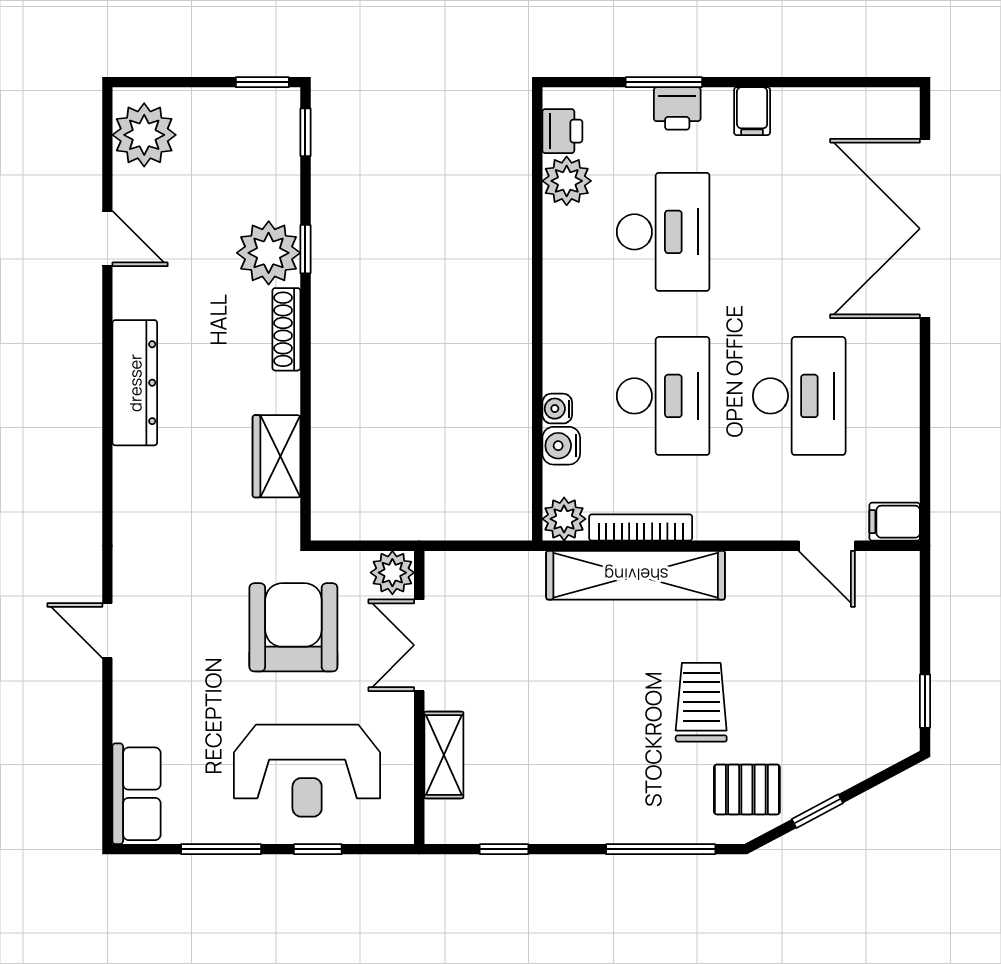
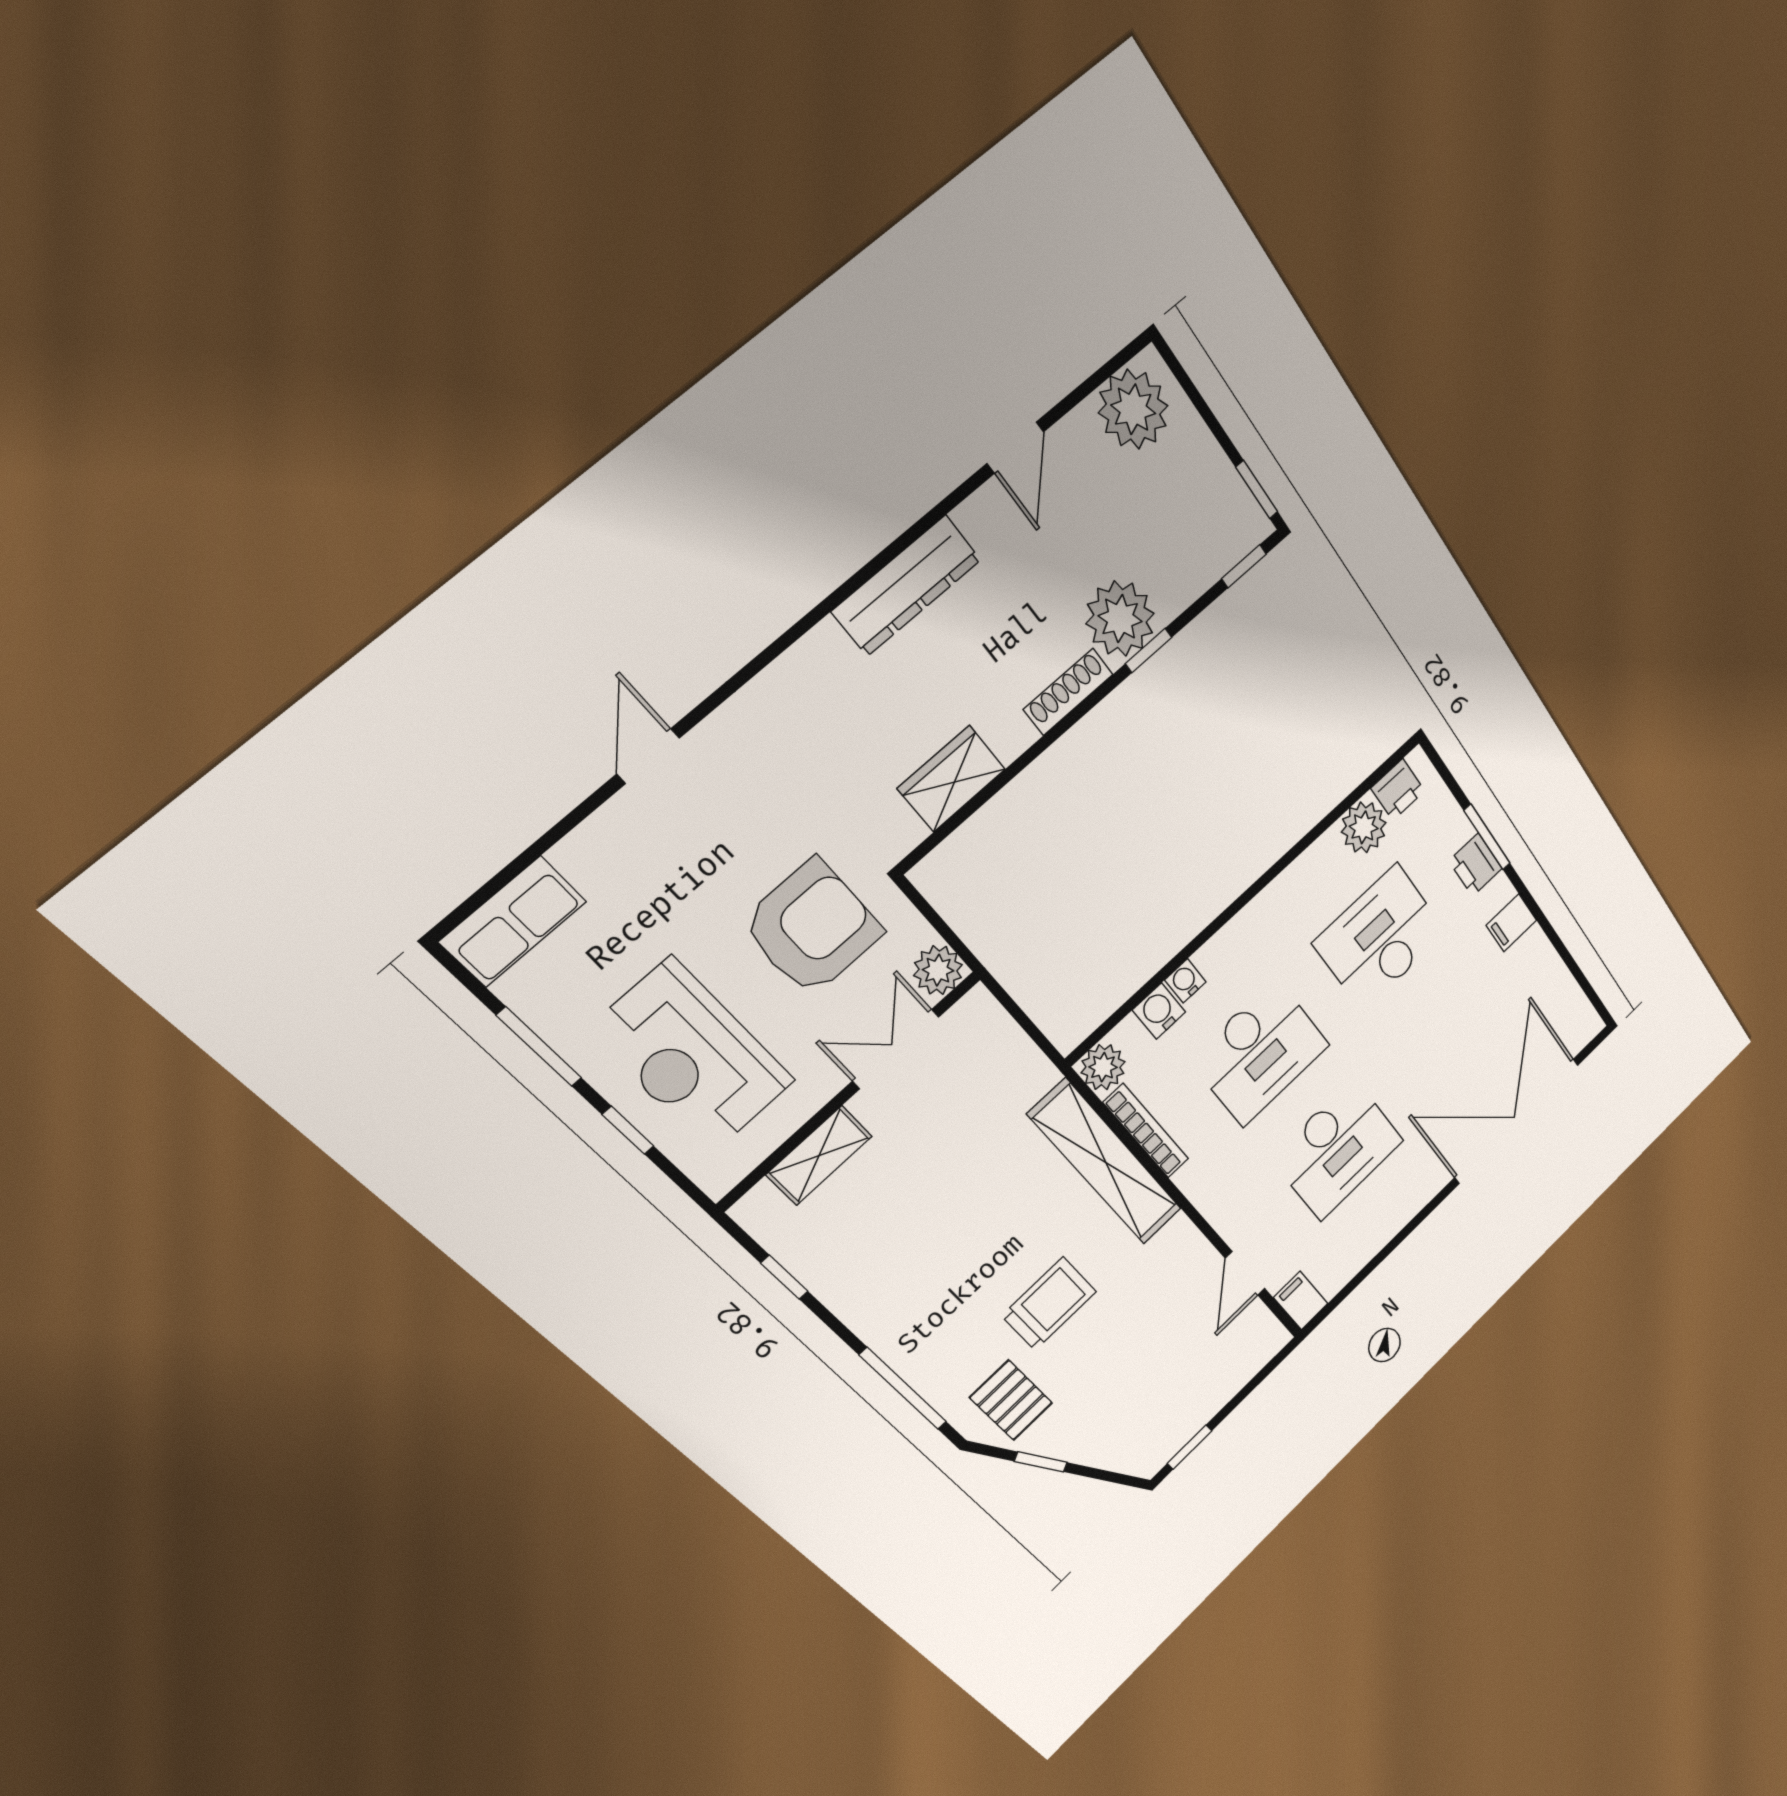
desk: (663, 232) -> (1380, 938), turned 180

